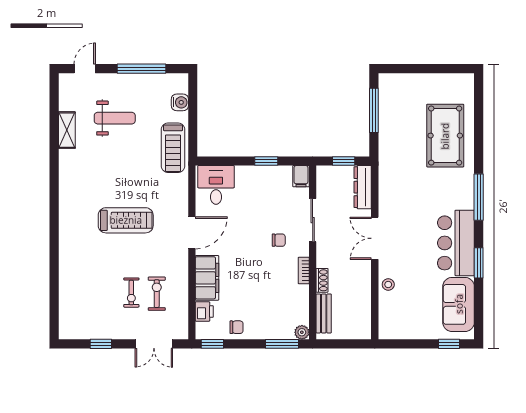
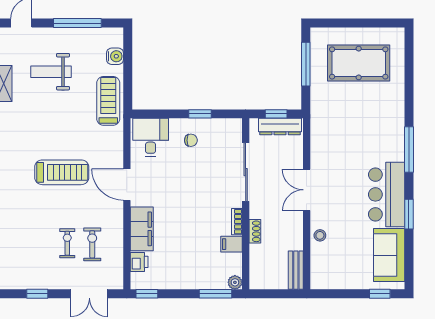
weight bench: (115, 118) -> (51, 72), turned 180
pool table: (445, 136) -> (359, 63), moved, turned 90
treadmill: (173, 148) -> (108, 101), turned 180
filing cabinet: (301, 176) -> (231, 244), moved, turned 90
dresser: (363, 187) -> (280, 127), moved, turned -90
sliding door: (313, 220) -> (246, 172), width x1.37
door: (192, 233) -> (127, 185), swing flipped
chair: (279, 240) -> (191, 140), moved
exercise bike: (131, 293) -> (67, 243), turned 180
bench: (324, 313) -> (296, 270), moved
chair: (236, 327) -> (171, 277), removed

